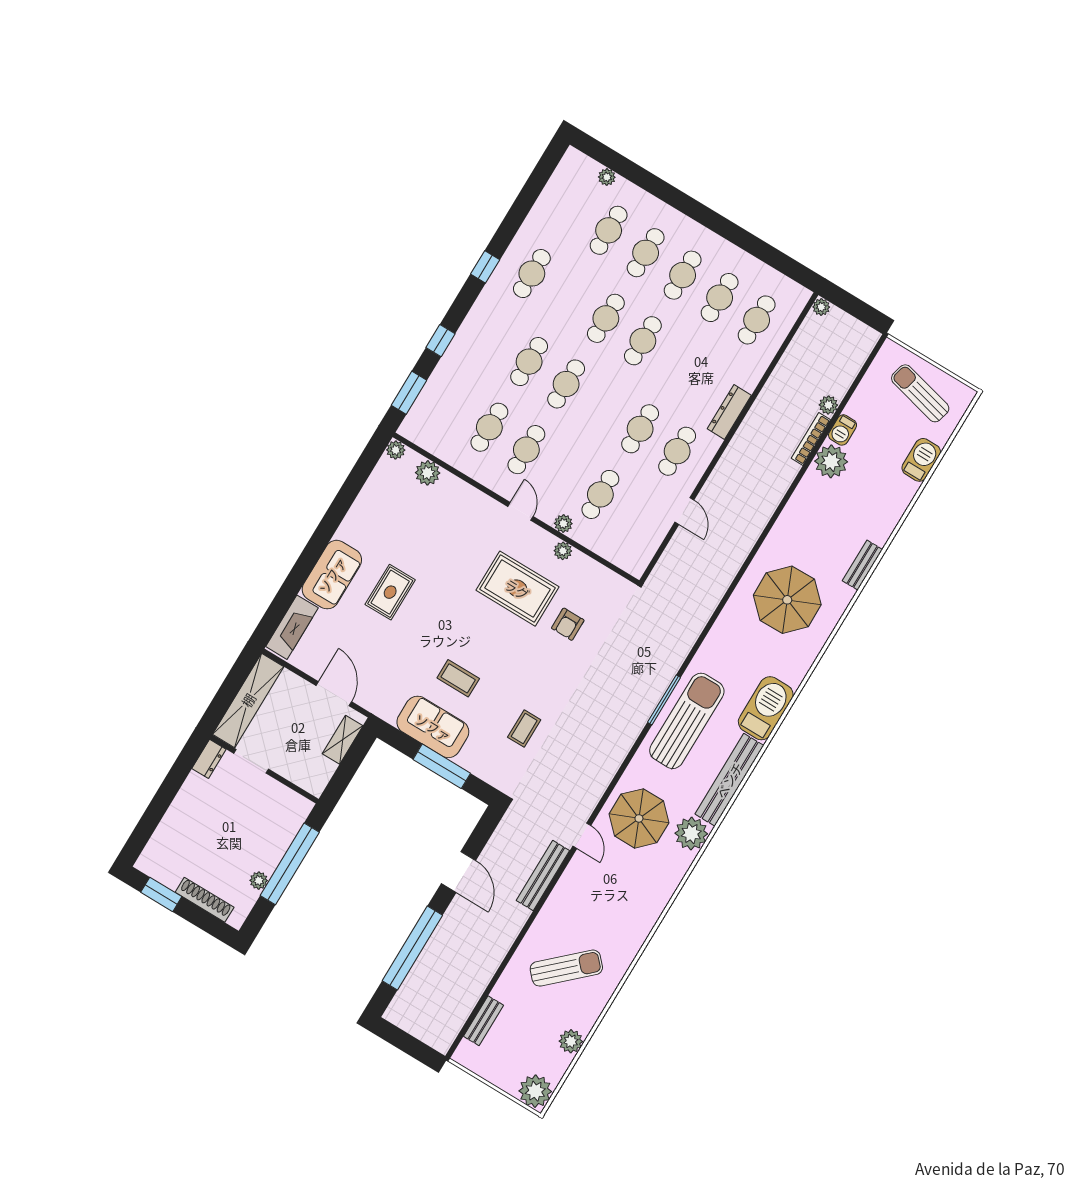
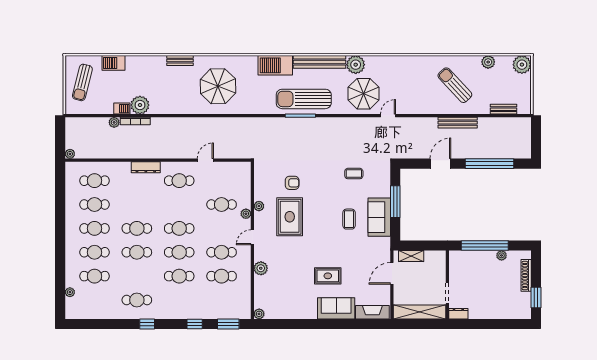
cafe table: (640, 429) -> (179, 228), moved
plant: (428, 473) -> (261, 268), moved
bench: (543, 876) -> (458, 123), moved

